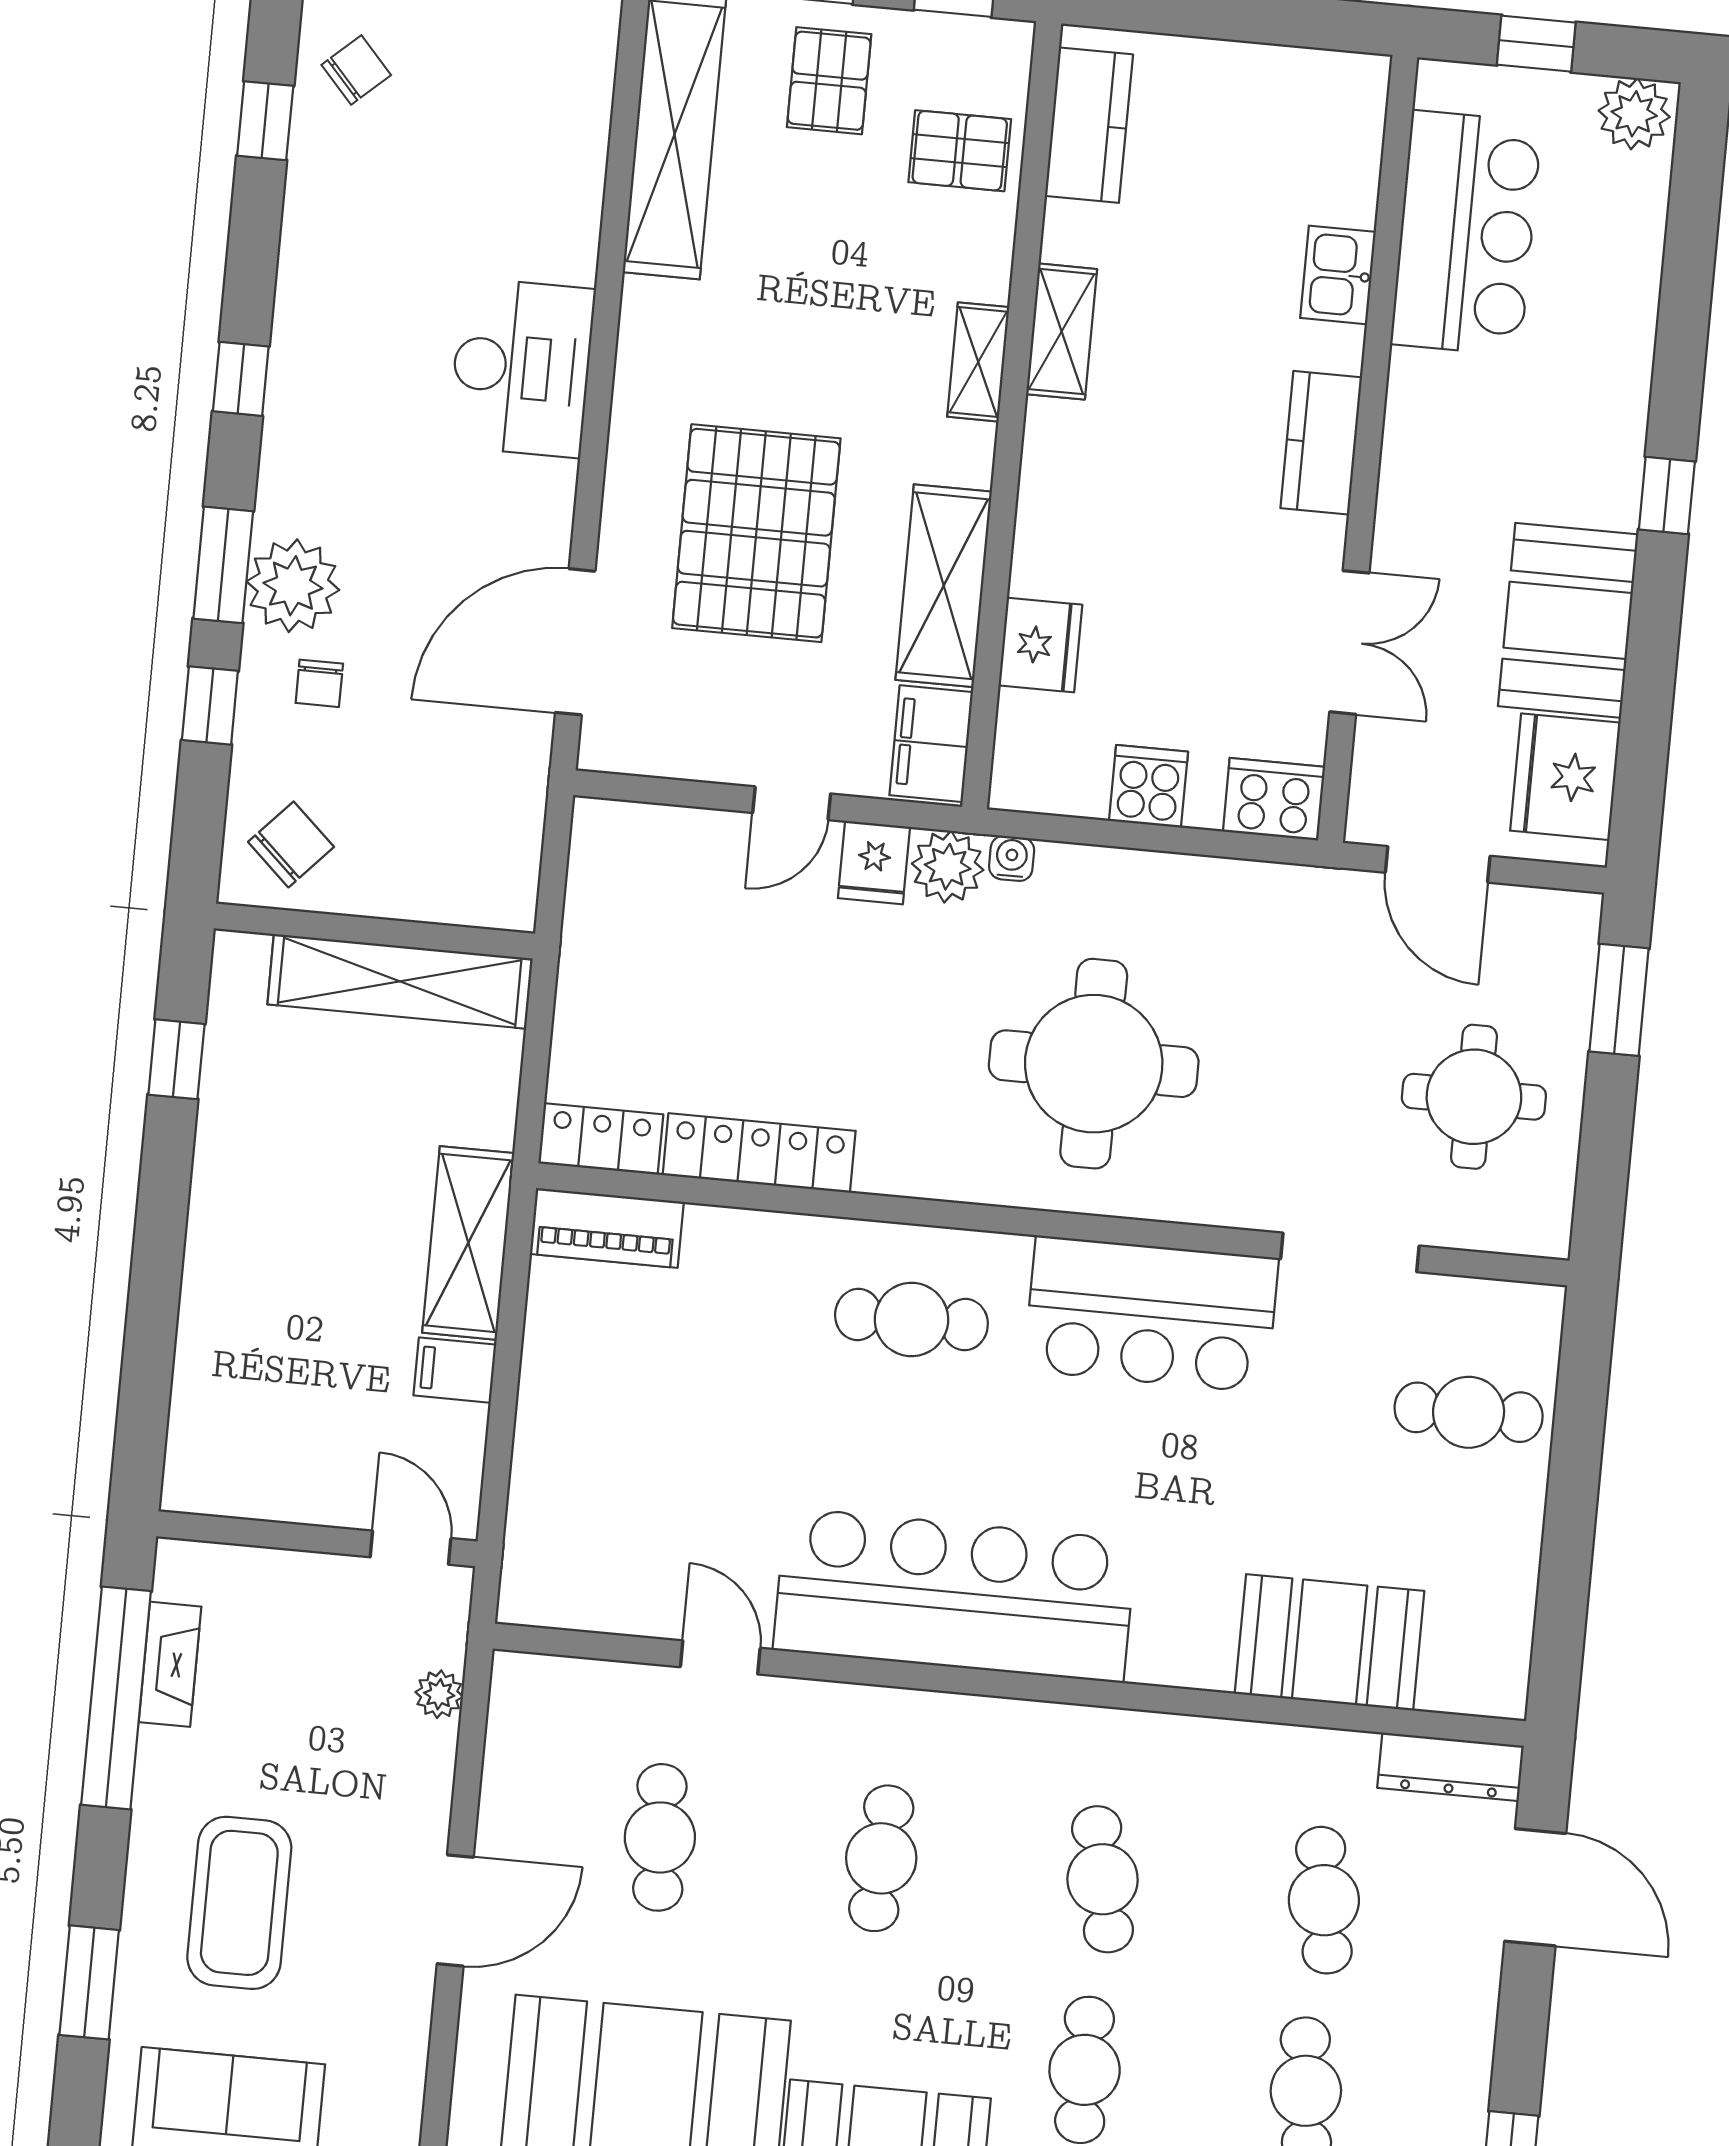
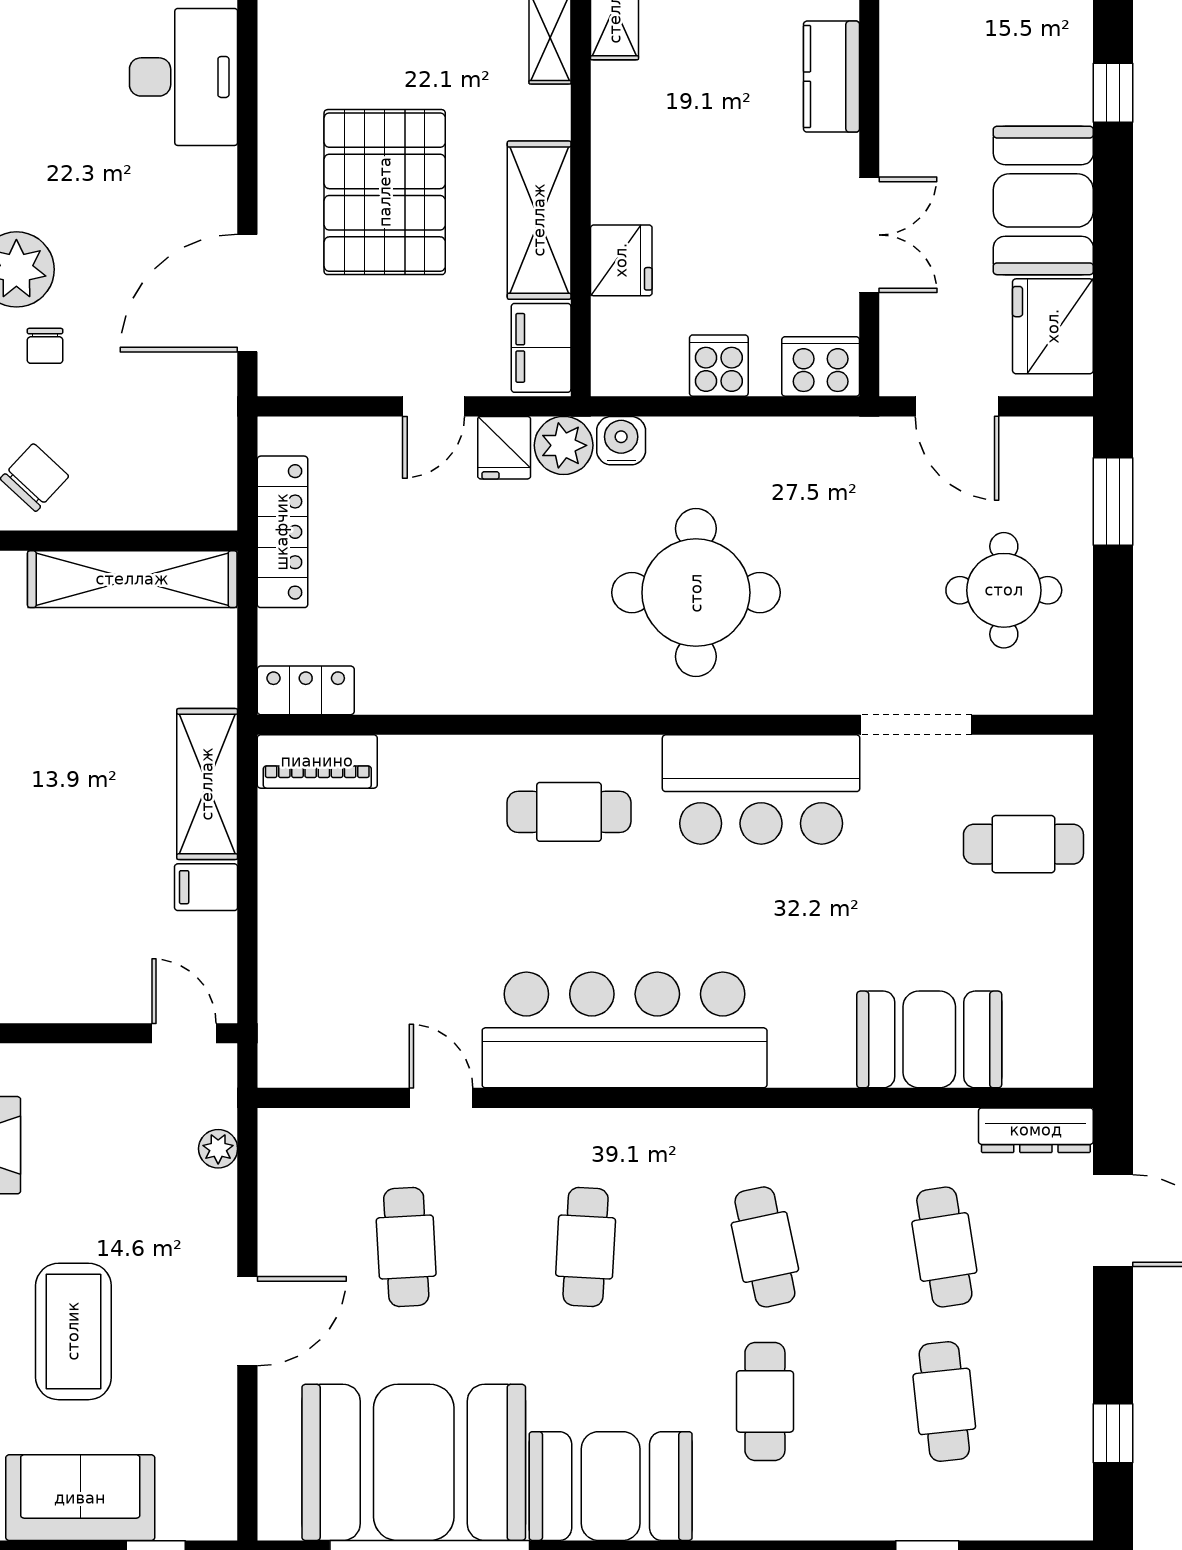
water cooler: (1012, 858) -> (621, 441), width x1.38, depth x1.38
locker: (759, 1153) -> (282, 532), moved, turned 90

